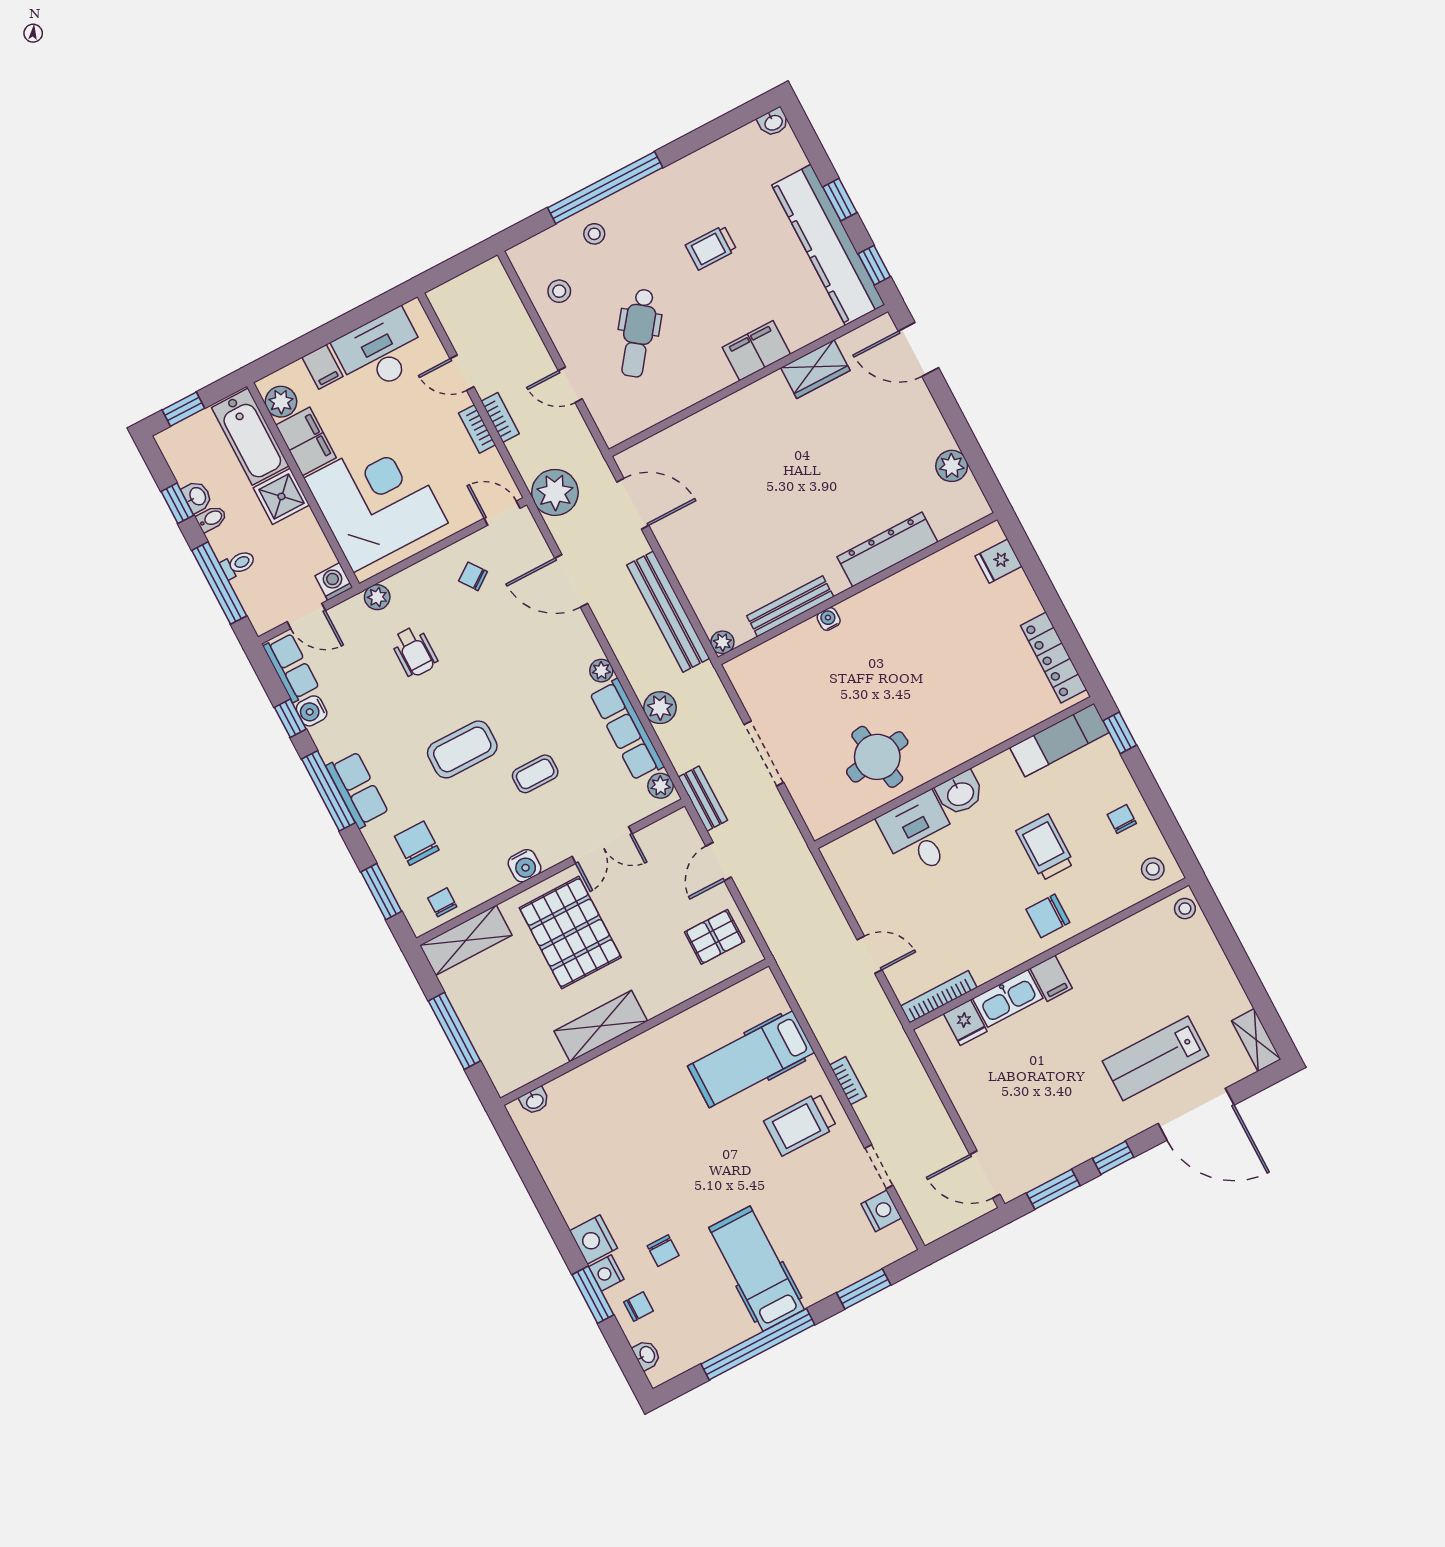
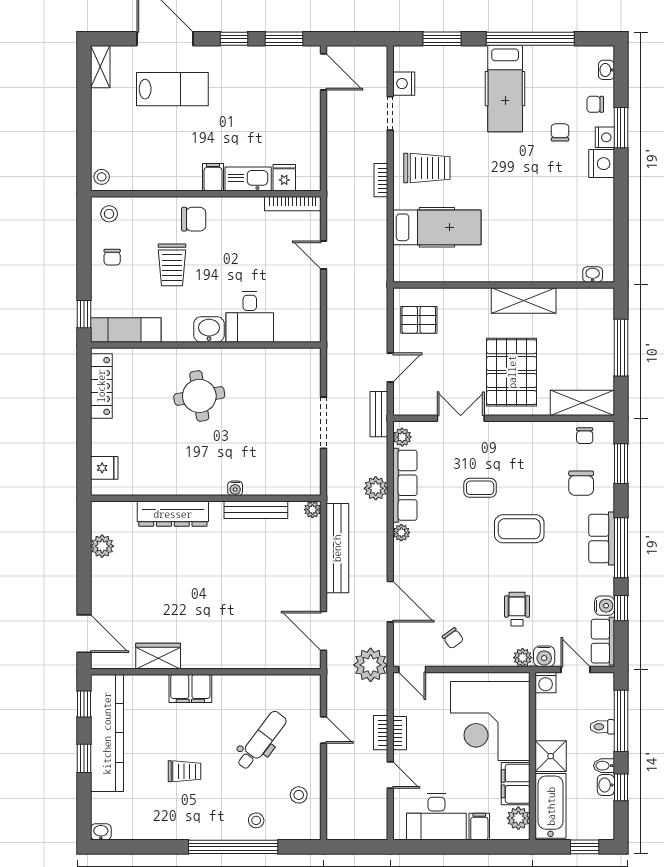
round table: (877, 757) -> (199, 396), moved
water cooler: (525, 866) -> (544, 656), moved, turned 180

